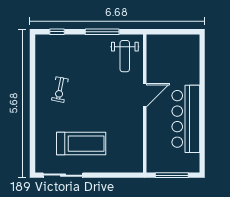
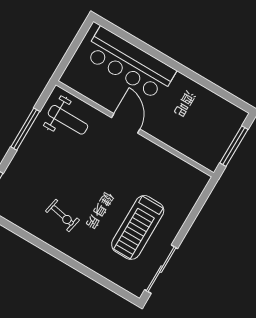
bar counter: (186, 119) -> (130, 63), moved
treadmill: (81, 144) -> (138, 227), turned 180

